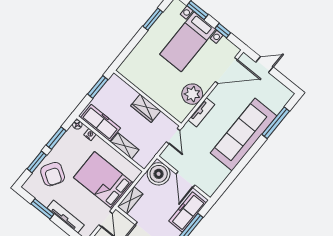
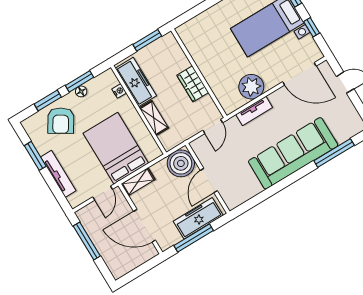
floor lamp: (77, 125) -> (81, 91), moved

